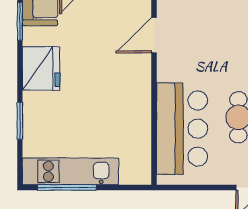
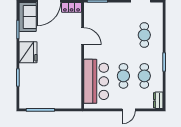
door: (154, 35) -> (83, 36), swing flipped
kitchen unit: (70, 171) -> (42, 102), removed

